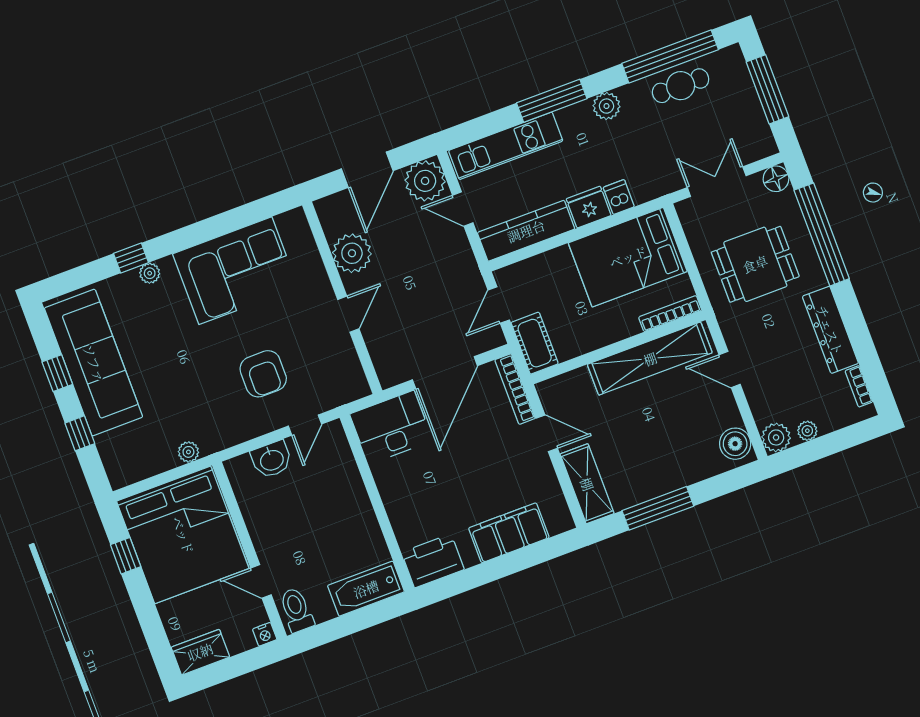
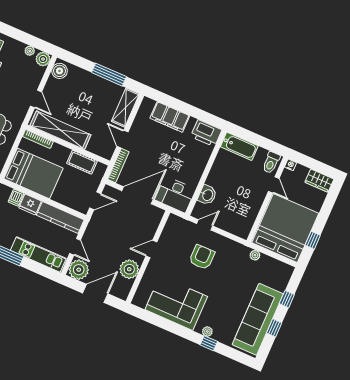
cot: (535, 343) -> (82, 162), moved, turned 90
washbasin: (272, 459) -> (207, 195), moved, turned 90

